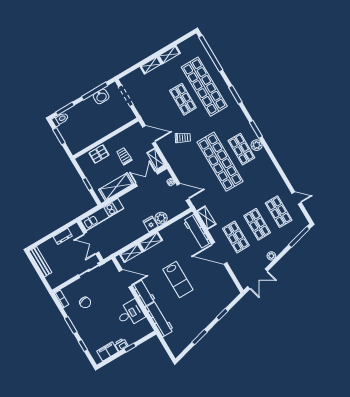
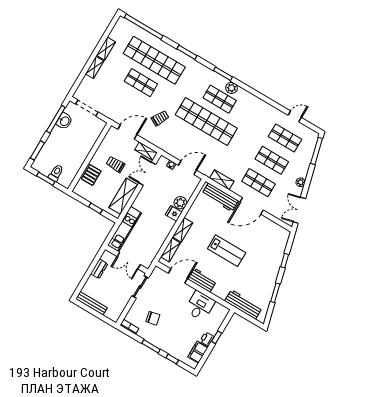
toilet: (60, 119) -> (56, 173), moved
double door: (257, 279) -> (299, 210), swing flipped
workbench: (159, 319) -> (243, 304), moved

